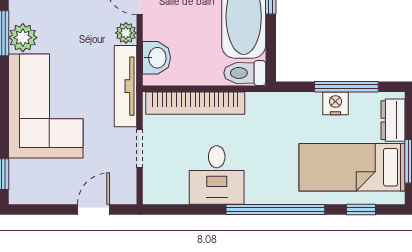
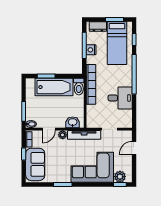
plant: (23, 38) -> (120, 177), moved
bookcase: (195, 103) -> (91, 84), moved
door: (93, 209) -> (134, 148), hinge flipped

